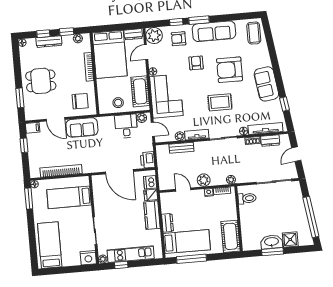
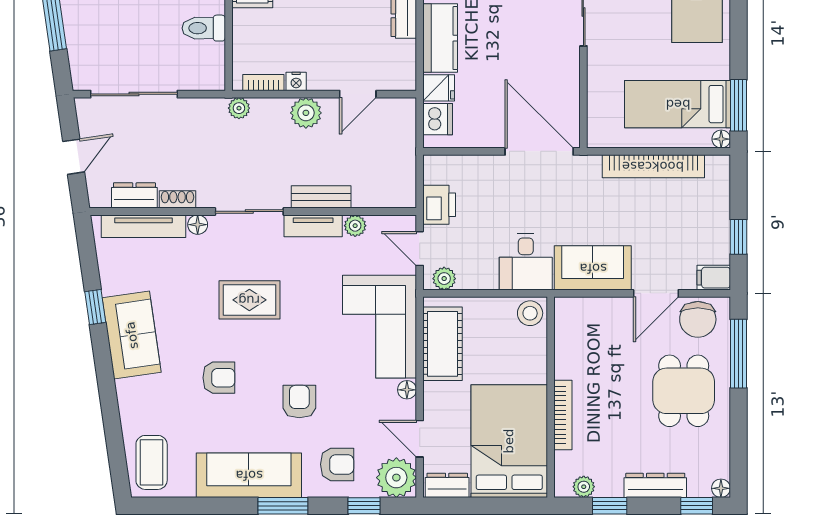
window: (176, 22) -> (364, 506), moved
window: (43, 34) -> (697, 506), moved
door: (146, 52) -> (420, 439), swing flipped
armchair: (196, 63) -> (299, 402), turned 180
armchair: (230, 70) -> (219, 378), width x0.53, depth x0.53
dining table: (41, 81) -> (684, 391), turned 90
window: (20, 98) -> (738, 354), width x1.44
chair: (80, 101) -> (698, 319), moved, turned -90
stool: (118, 103) -> (530, 313), moved
window: (284, 104) -> (95, 307), moved
door: (55, 119) -> (656, 293), swing flipped
desk: (126, 126) -> (526, 262), moved
bench: (181, 148) -> (321, 197), moved
printer: (148, 160) -> (439, 205), moved
door: (119, 172) -> (539, 151), moved
door: (183, 190) -> (358, 94), hinge flipped
bed: (69, 197) -> (678, 104), moved, turned 180
toilet: (247, 198) -> (204, 28), moved

